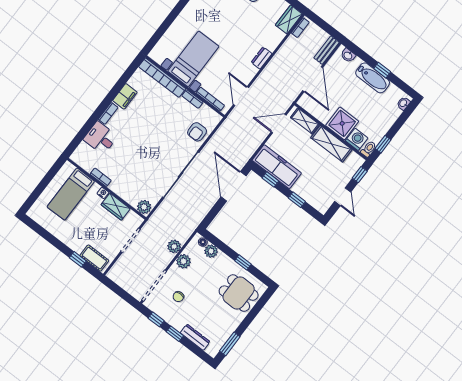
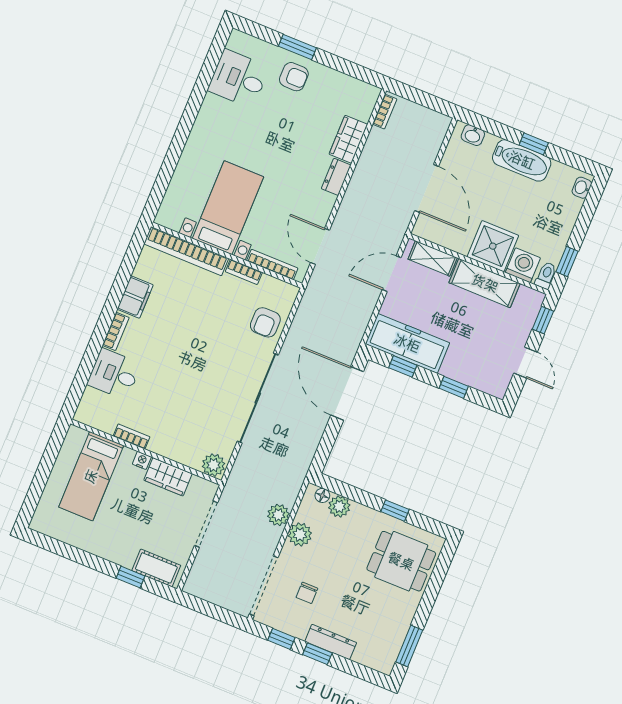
wardrobe: (289, 20) -> (348, 139), moved
bench: (326, 50) -> (436, 136), removed
dresser: (195, 337) -> (331, 642), moved

